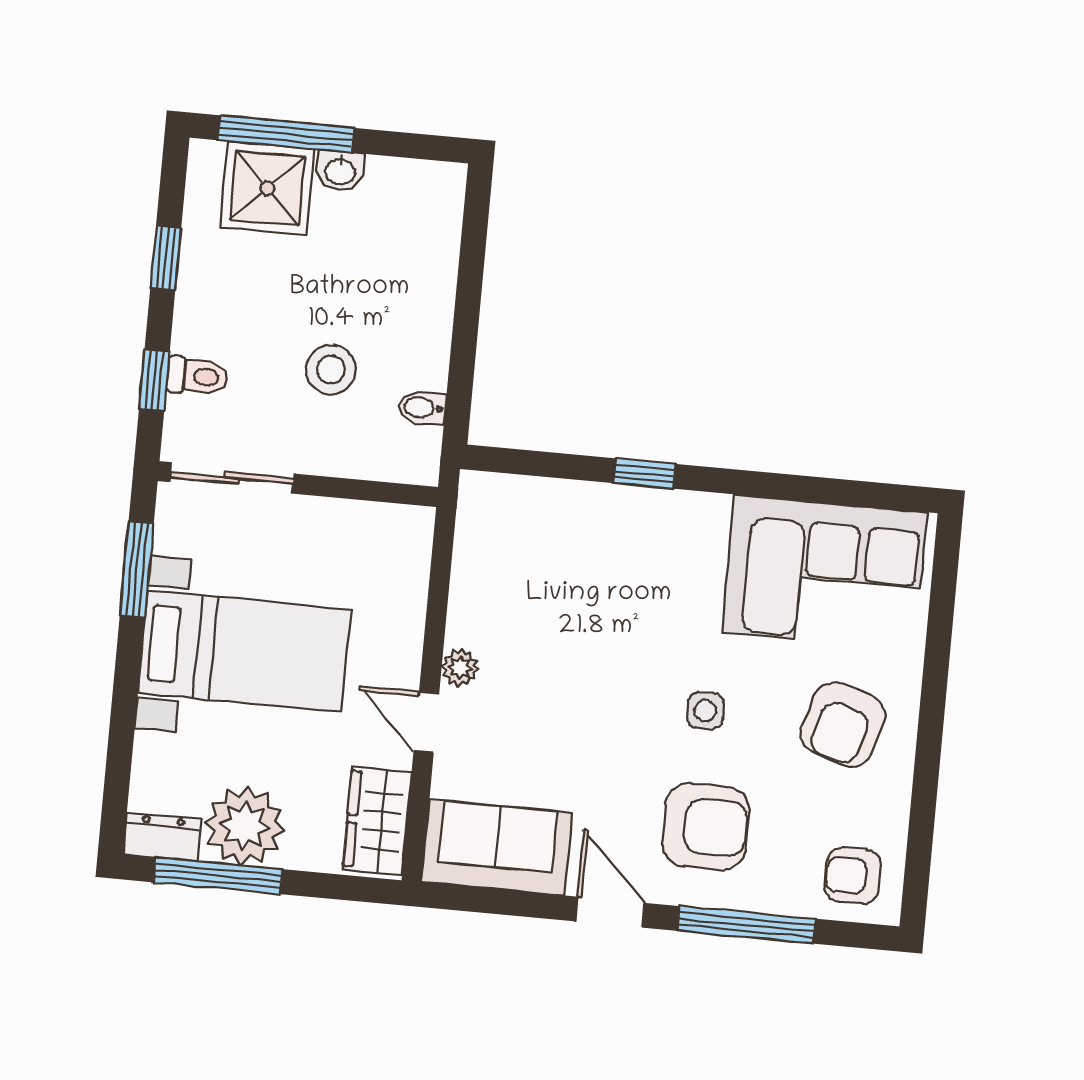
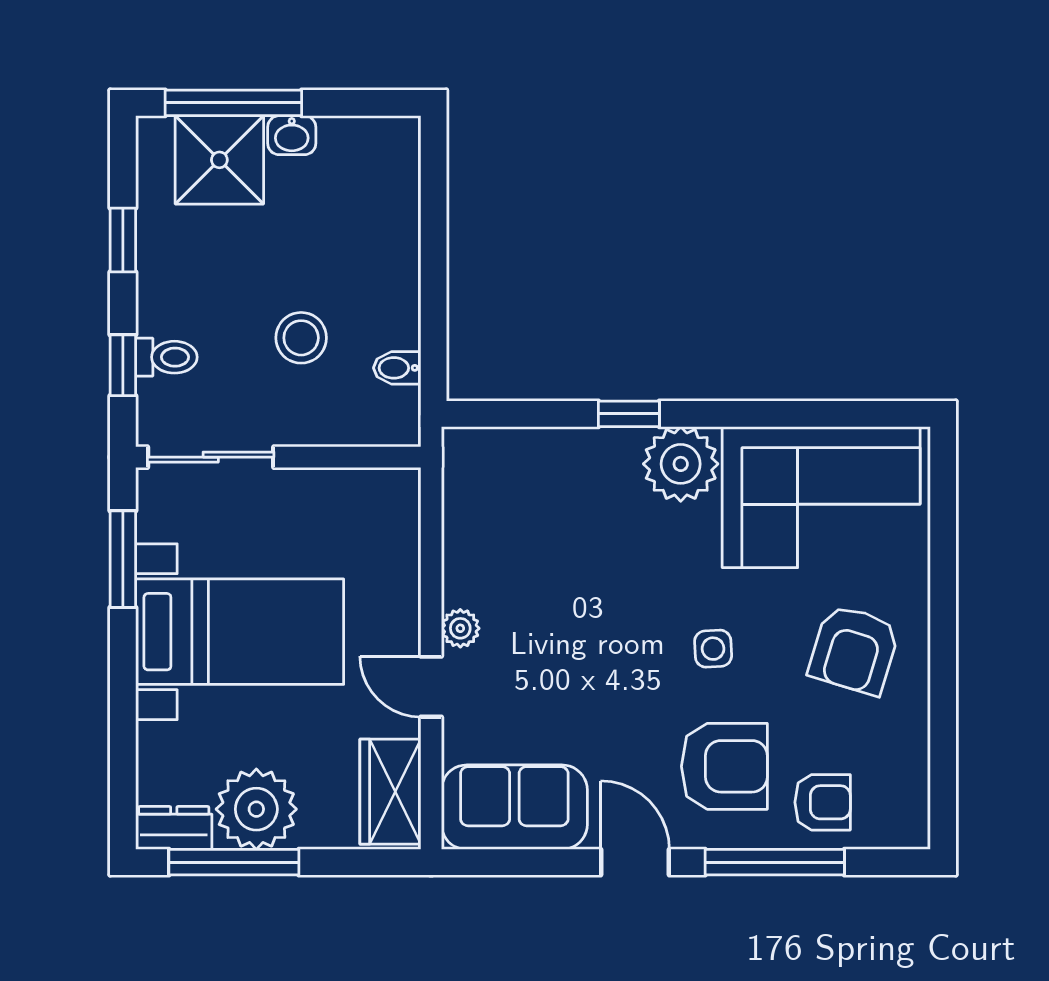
plant: (690, 527) -> (681, 464), added
armchair: (853, 876) -> (823, 802), moved, turned 180

